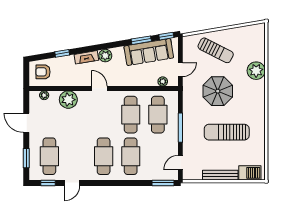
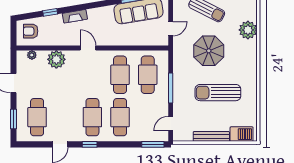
plant: (105, 56) -> (94, 15), removed
plant: (163, 81) -> (153, 41), removed
window: (48, 183) -> (90, 144), moved

